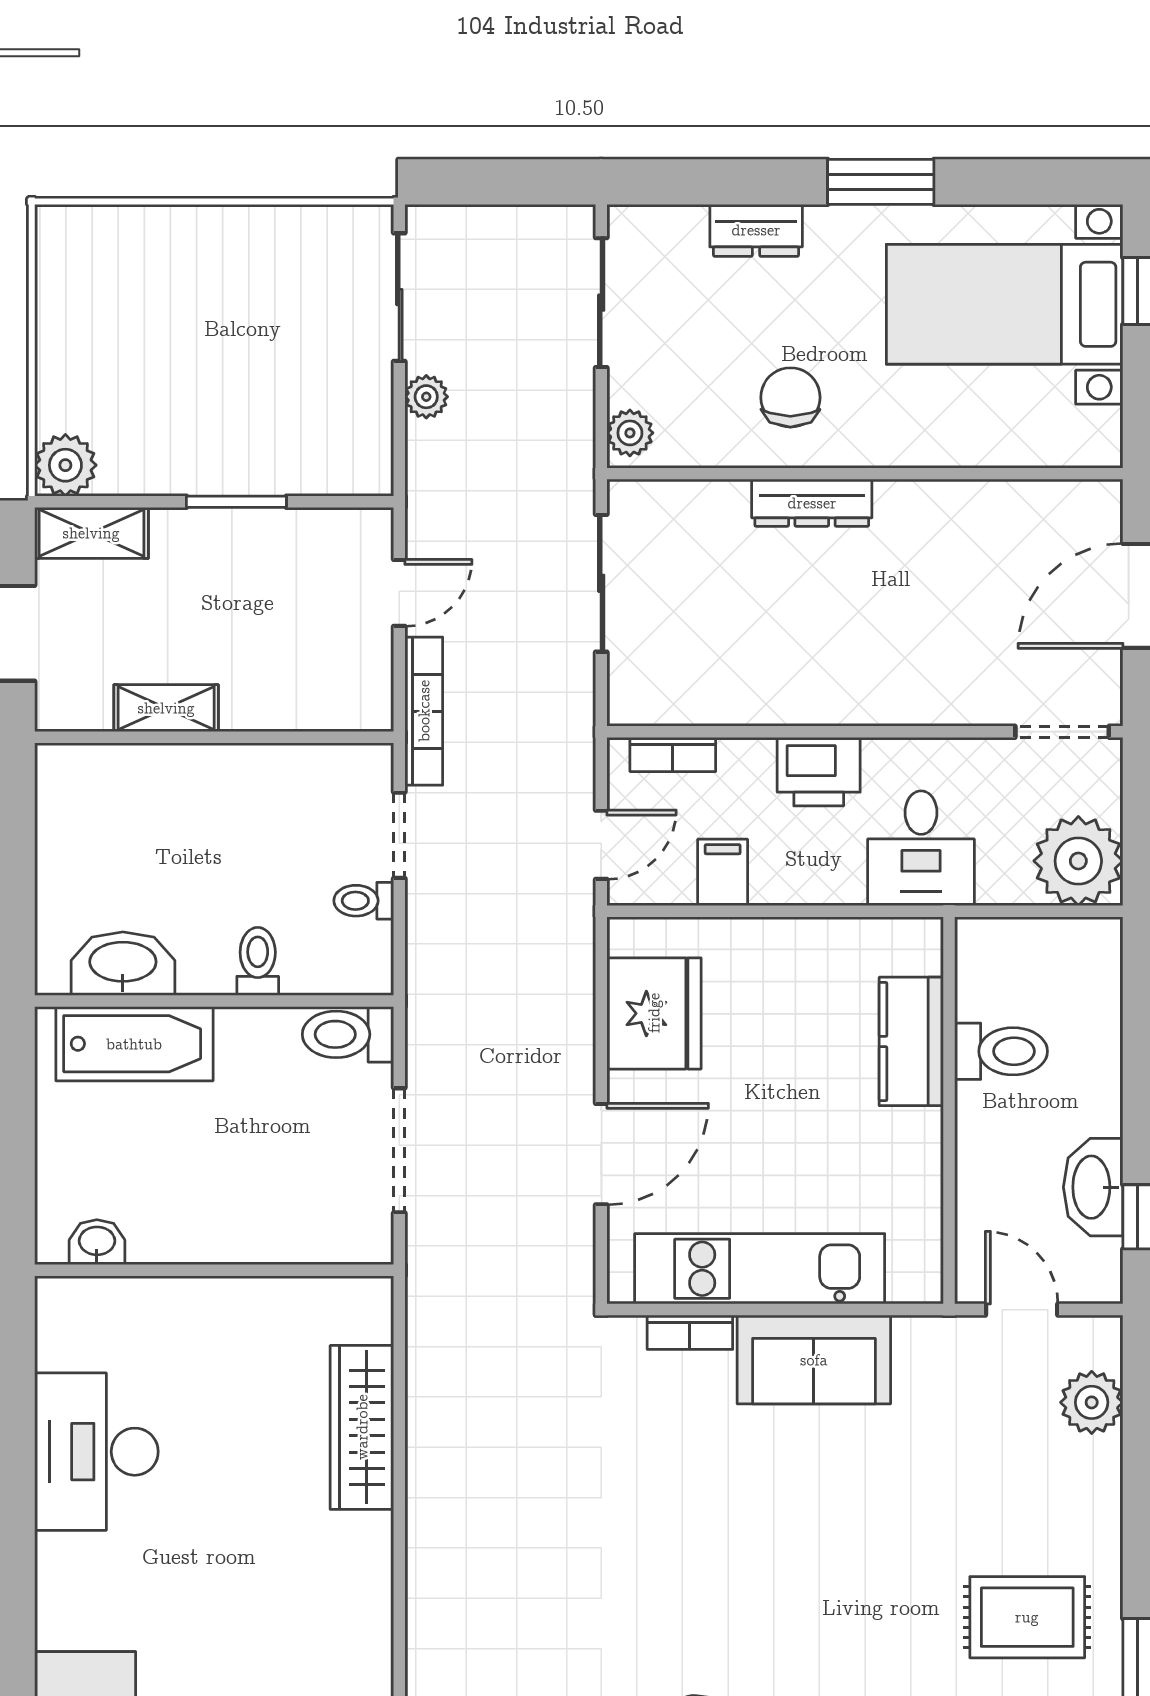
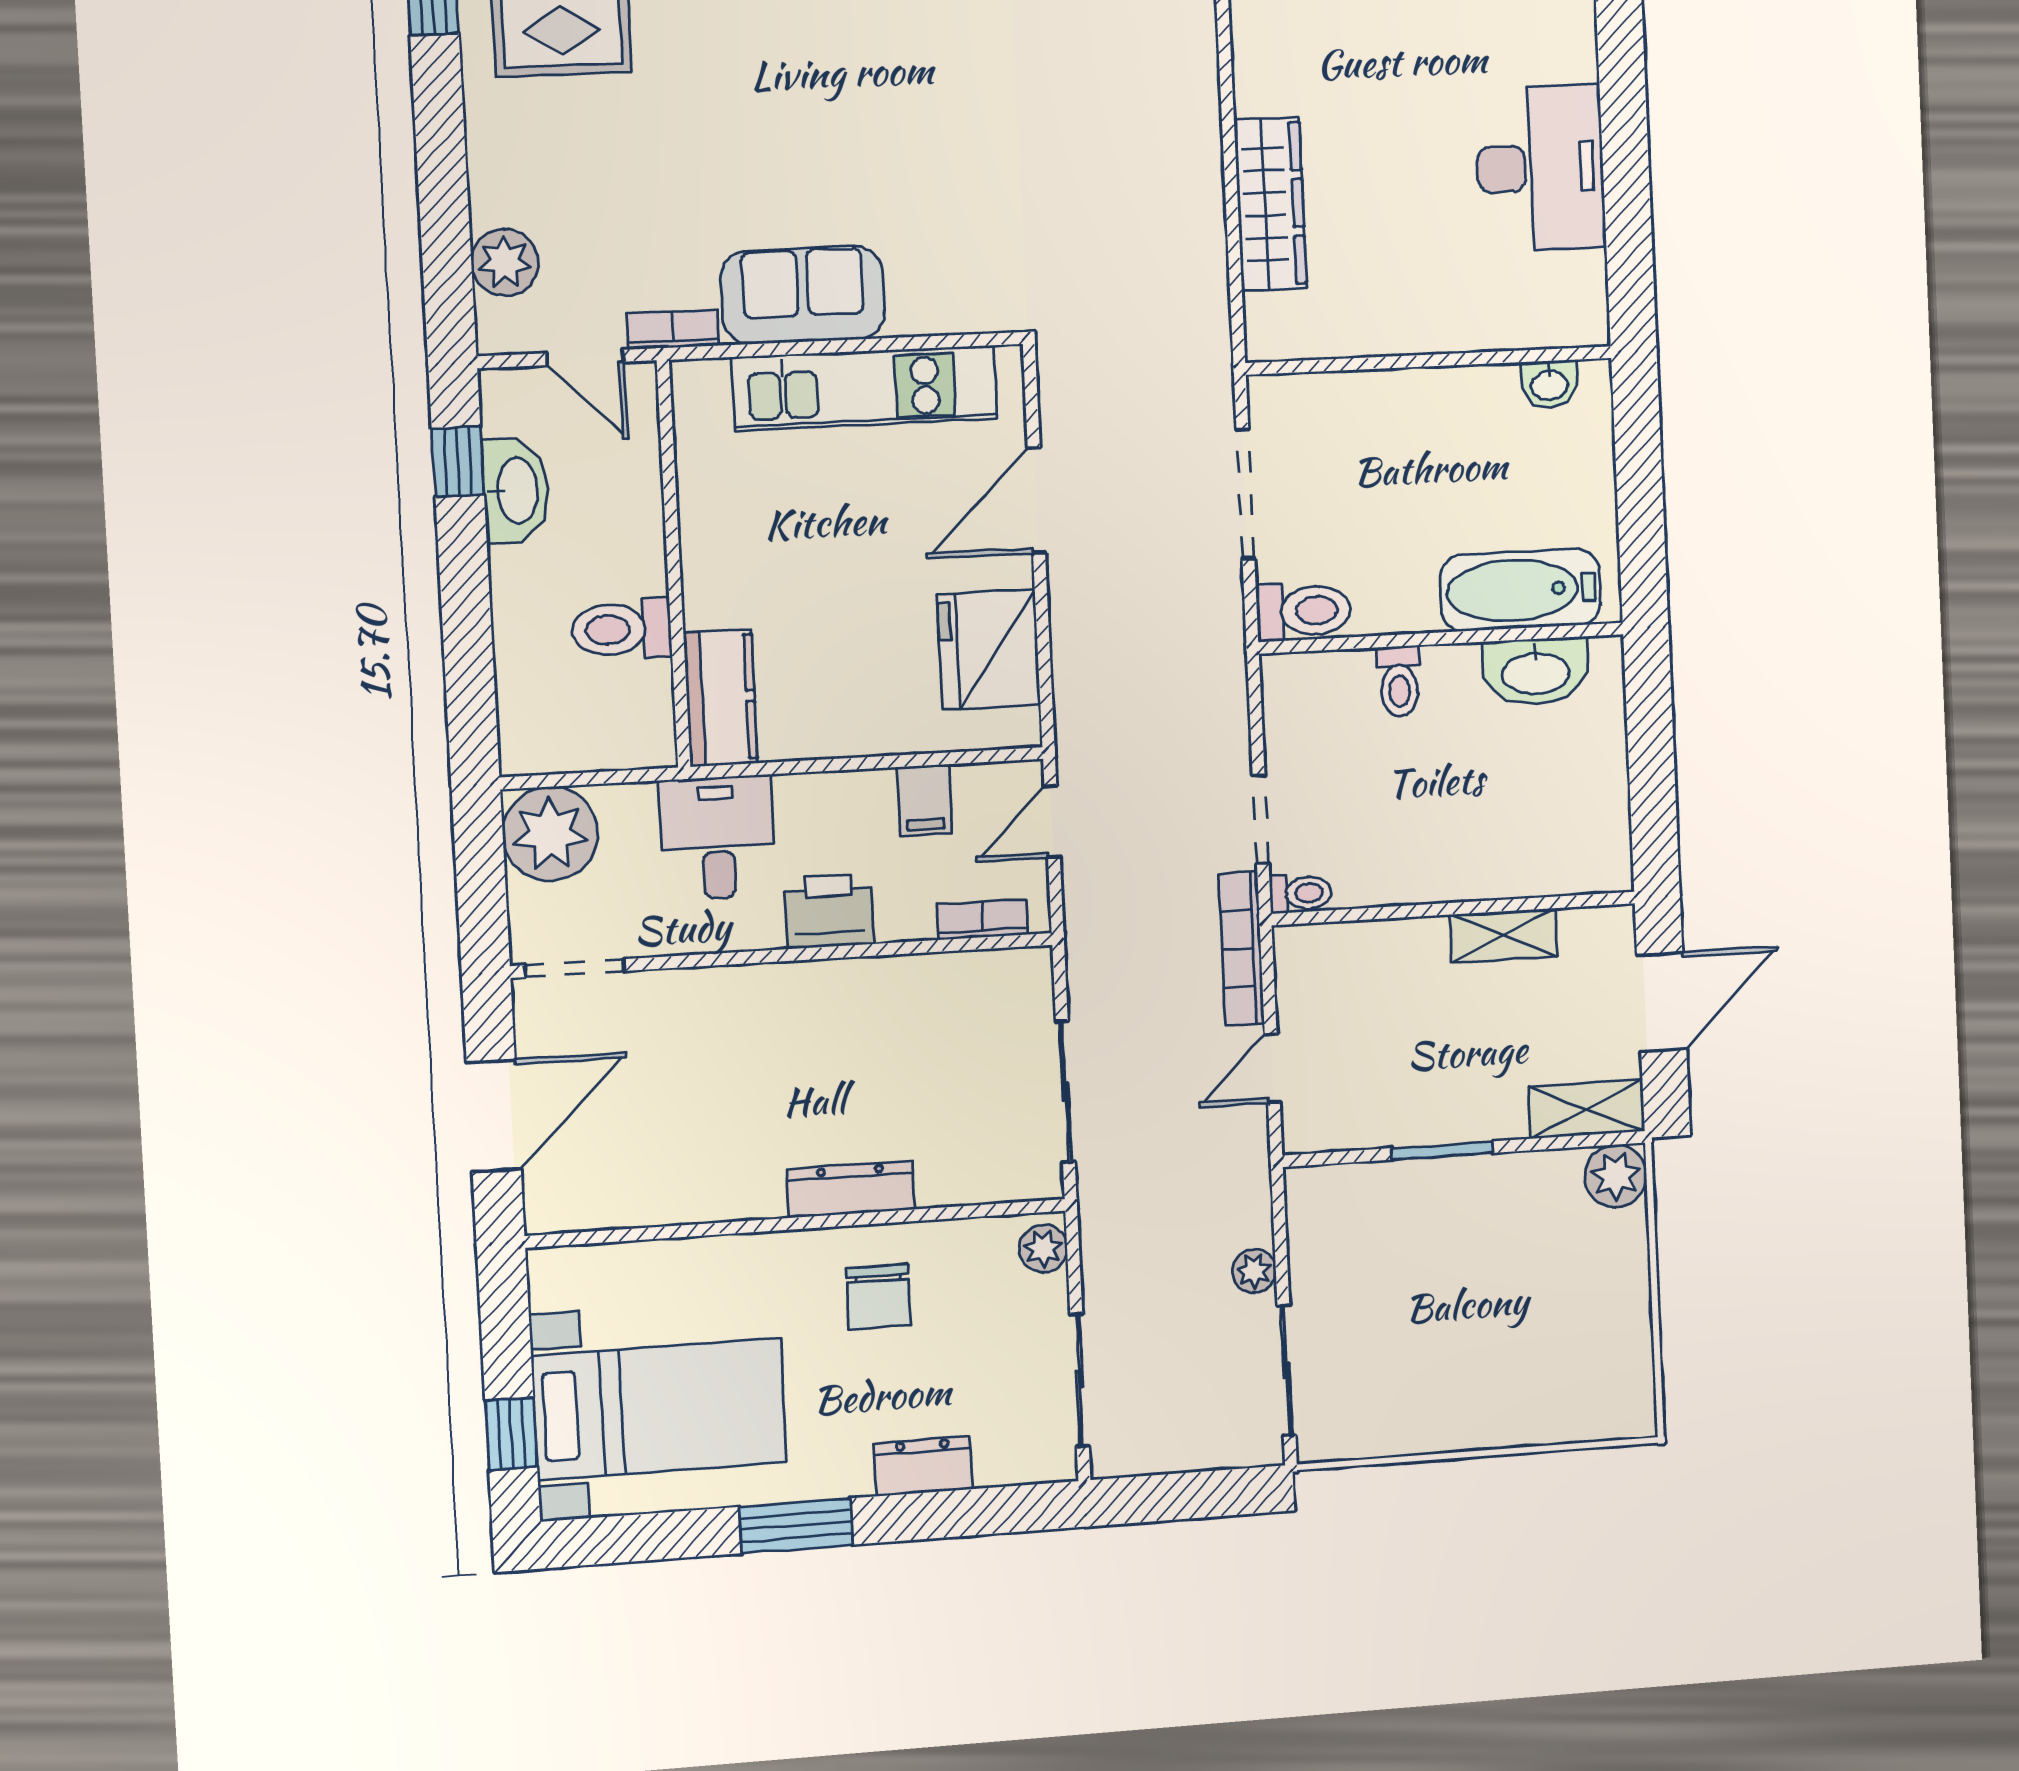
toilet: (364, 901) -> (1301, 893), moved
kitchen counter: (911, 1041) -> (721, 698), moved
bookcase: (690, 1332) -> (673, 330), moved

